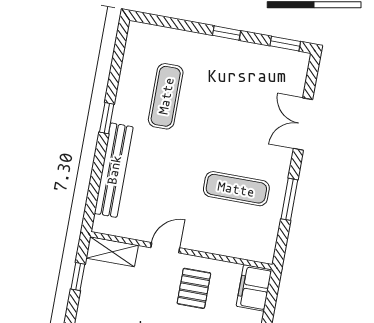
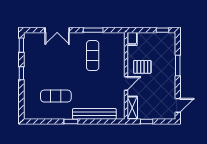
door: (165, 248) -> (126, 83), swing flipped
filing cabinet: (254, 288) -> (132, 39), width x0.50

